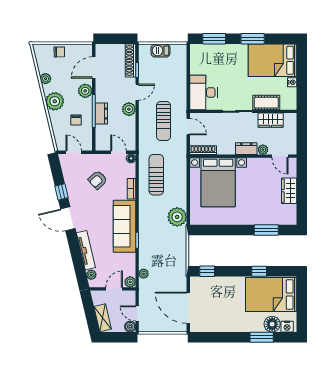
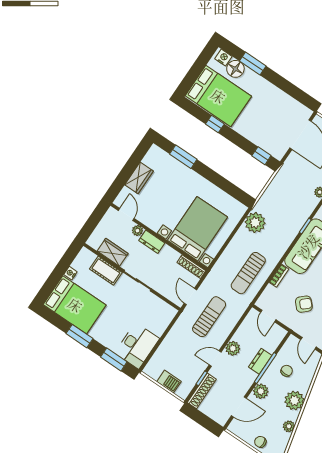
desk: (203, 92) -> (137, 346), moved
floor lamp: (131, 158) -> (261, 303), removed

